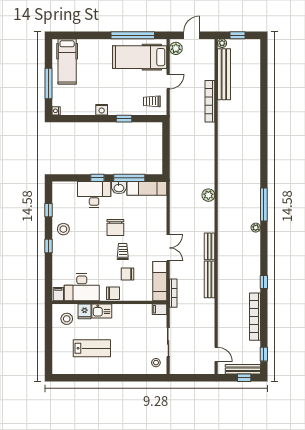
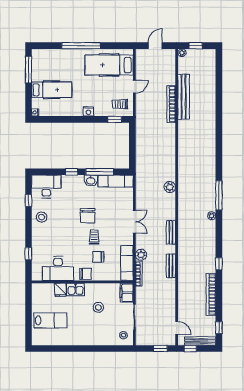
window: (133, 35) -> (81, 46), moved
plant: (176, 48) -> (141, 255), moved
hospital bed: (67, 61) -> (52, 90), moved, turned -90
bench: (224, 74) -> (184, 97), moved
window: (48, 84) -> (28, 69), moved
nightstand: (102, 110) -> (88, 111), moved
window: (124, 119) -> (115, 119), moved
desk: (94, 194) -> (46, 186), moved
window: (48, 246) -> (28, 254), moved
double door: (168, 248) -> (134, 222), moved
bench: (210, 279) -> (171, 266), width x0.73
filing cabinet: (58, 294) -> (37, 275), removed
filing cabinet: (160, 309) -> (127, 293), width x2.00
stool: (67, 319) -> (98, 307), moved
lab bench: (92, 348) -> (51, 320), moved
window: (198, 378) -> (160, 348), added
window: (244, 378) -> (190, 348), moved

